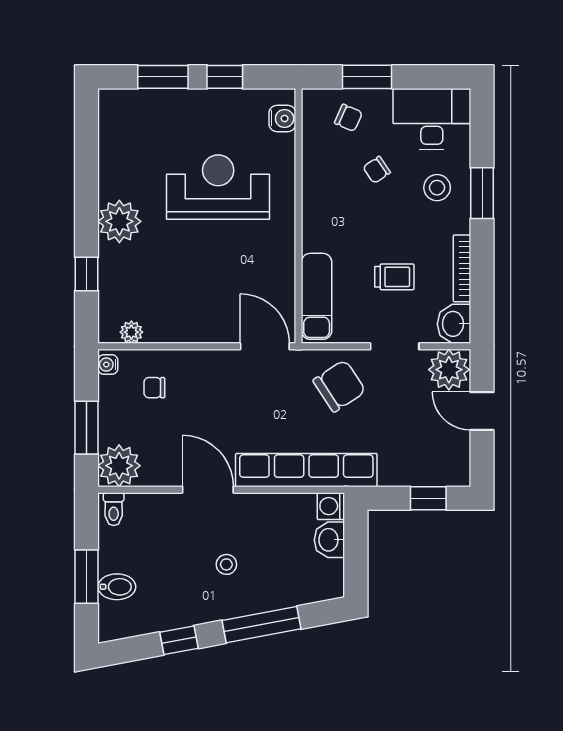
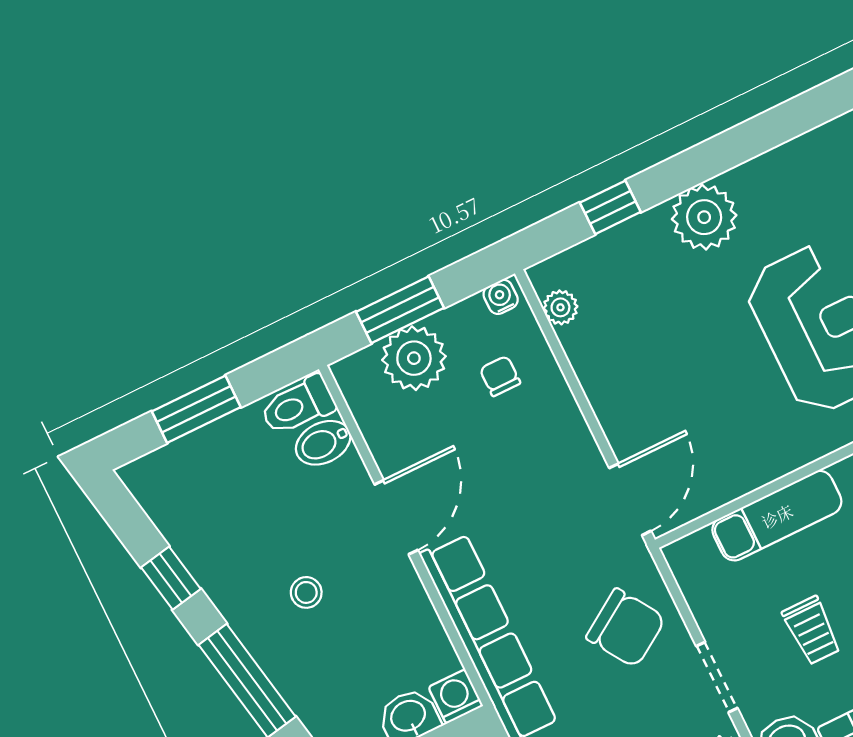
exam couch: (317, 296) -> (777, 516), moved
plant: (119, 466) -> (414, 358), moved
toilet: (114, 509) -> (298, 406), width x1.37, depth x1.39
bidet: (117, 587) -> (323, 443), moved, turned 90

